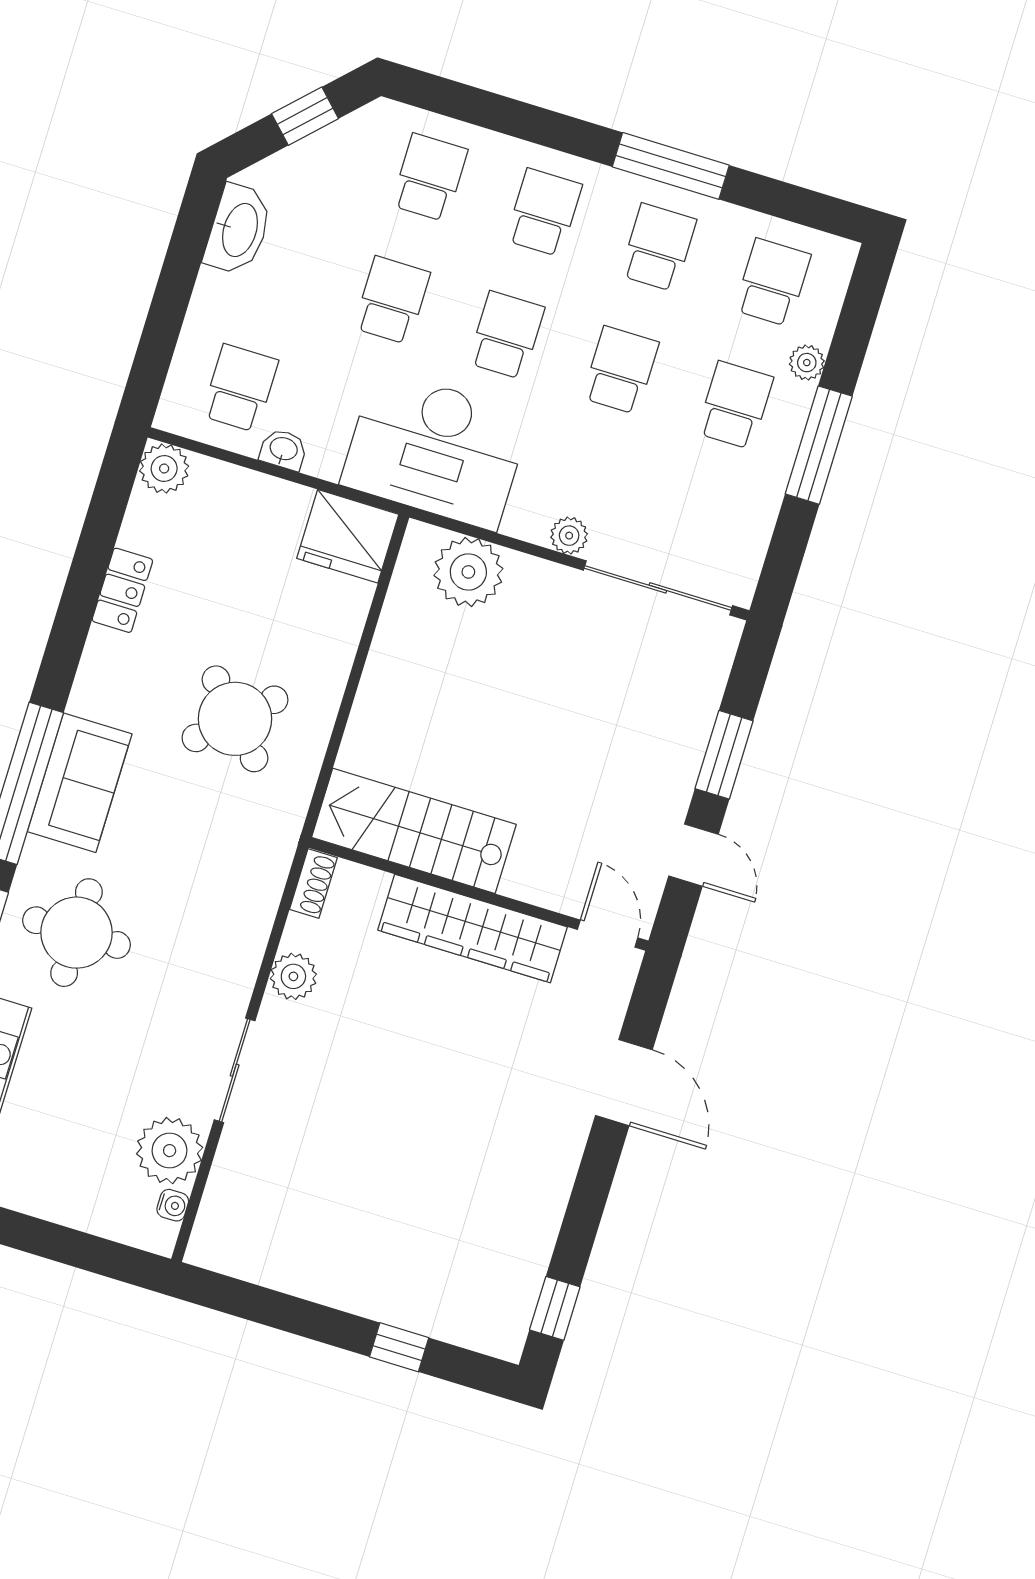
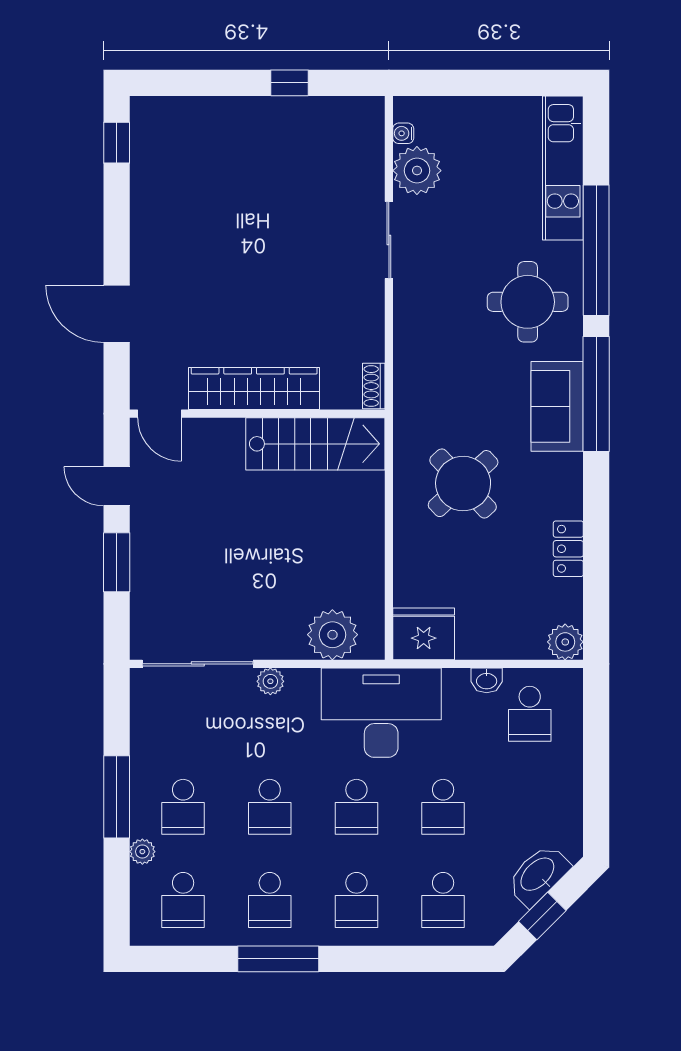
washbasin: (239, 230) -> (538, 875), moved, turned 45
plant: (293, 976) -> (368, 317), removed
window: (399, 1347) -> (290, 83), moved

